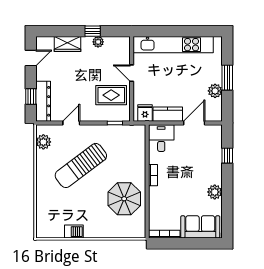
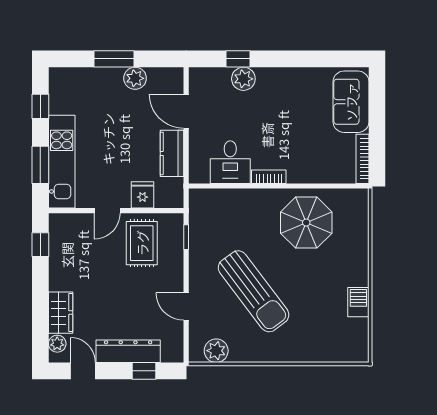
window: (93, 31) -> (40, 245), moved
window: (161, 31) -> (40, 165), added
window: (197, 31) -> (40, 106), added
plant: (98, 42) -> (57, 344), moved
kitchen unit: (173, 45) -> (62, 162), width x0.73
dresser: (43, 101) -> (128, 351), moved
fridge: (145, 113) -> (142, 195), moved, turned 90
desk: (161, 138) -> (230, 162), moved, turned -90
plant: (215, 192) -> (243, 79), moved

